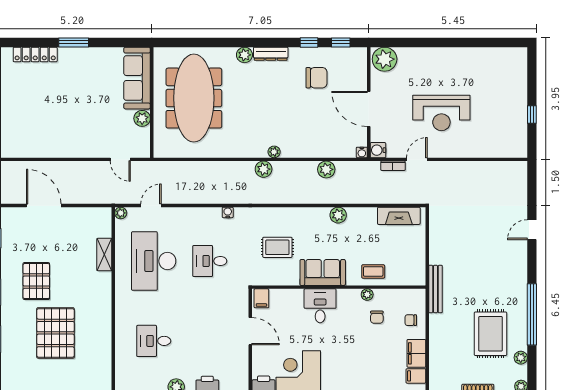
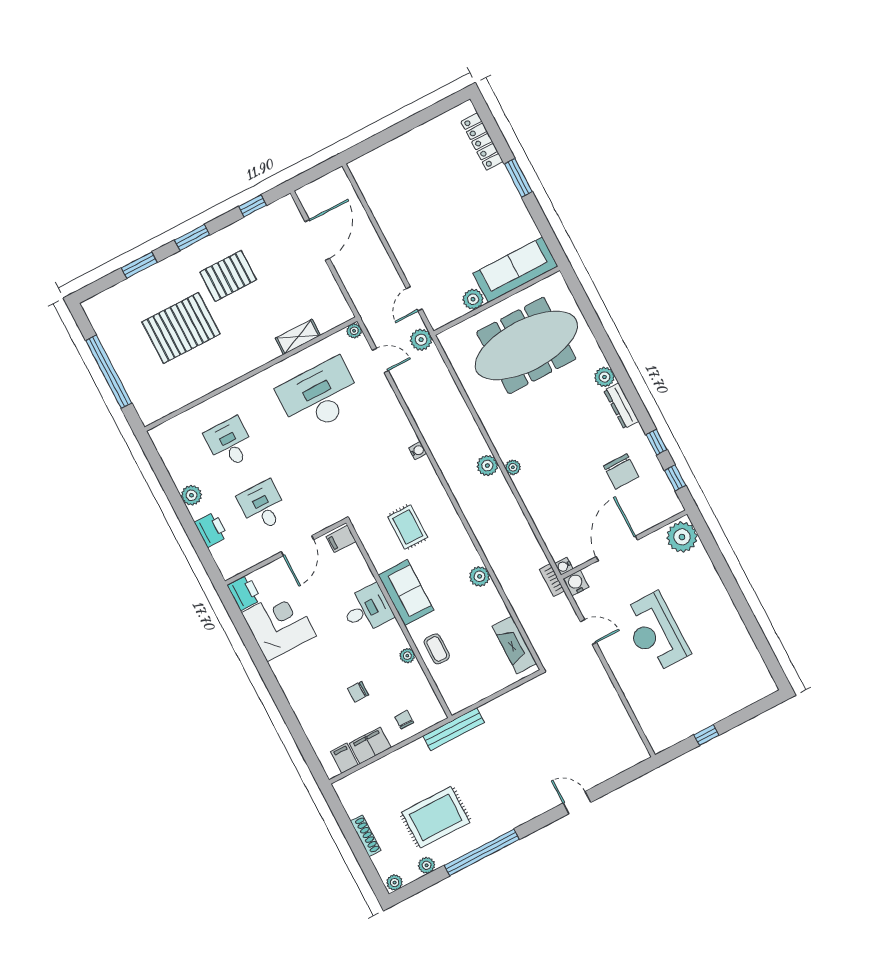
bookcase: (393, 166) -> (552, 580), moved
plant: (326, 169) -> (421, 340), moved
desk: (210, 261) -> (263, 506), moved
chair: (377, 317) -> (358, 692), moved

